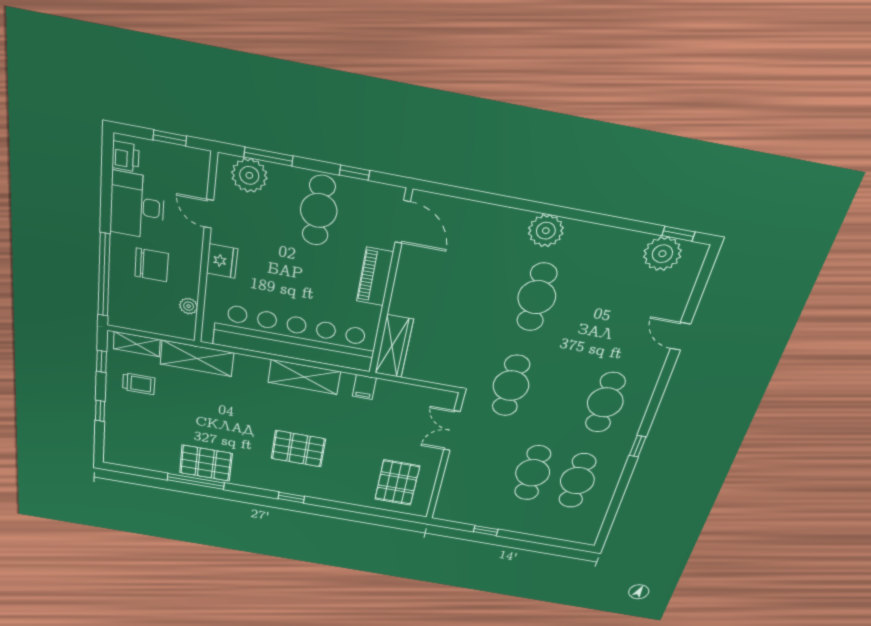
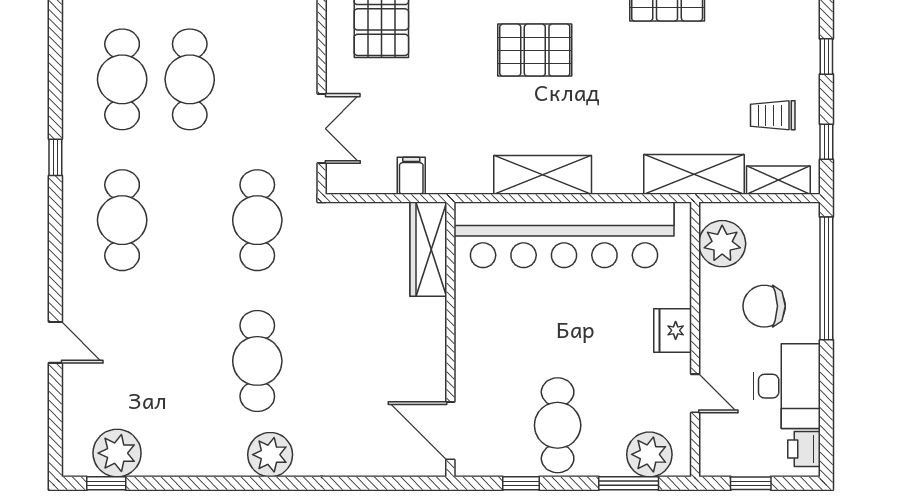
piano: (375, 277) -> (472, 348), removed
plant: (189, 306) -> (722, 244), width x1.88, depth x1.88
filing cabinet: (364, 387) -> (411, 176), moved

